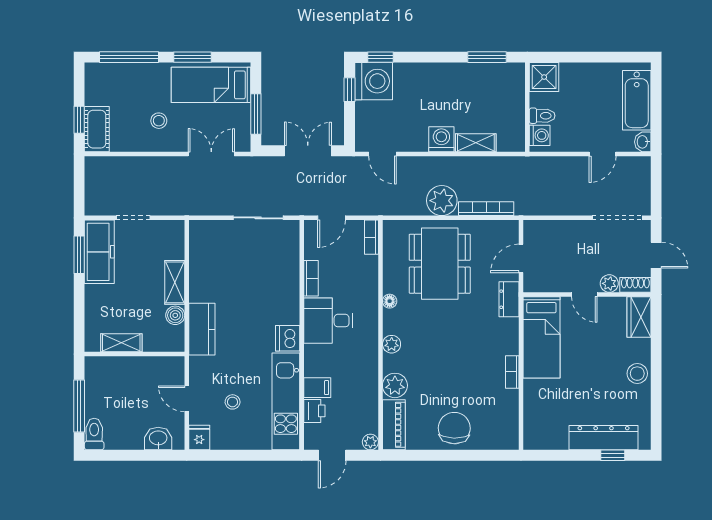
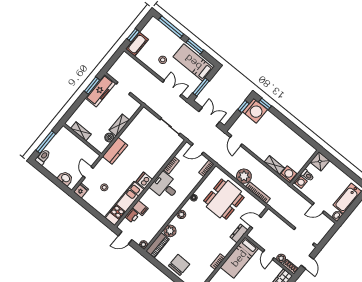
window: (487, 57) -> (305, 136), removed
washing machine: (441, 139) -> (288, 174), moved

